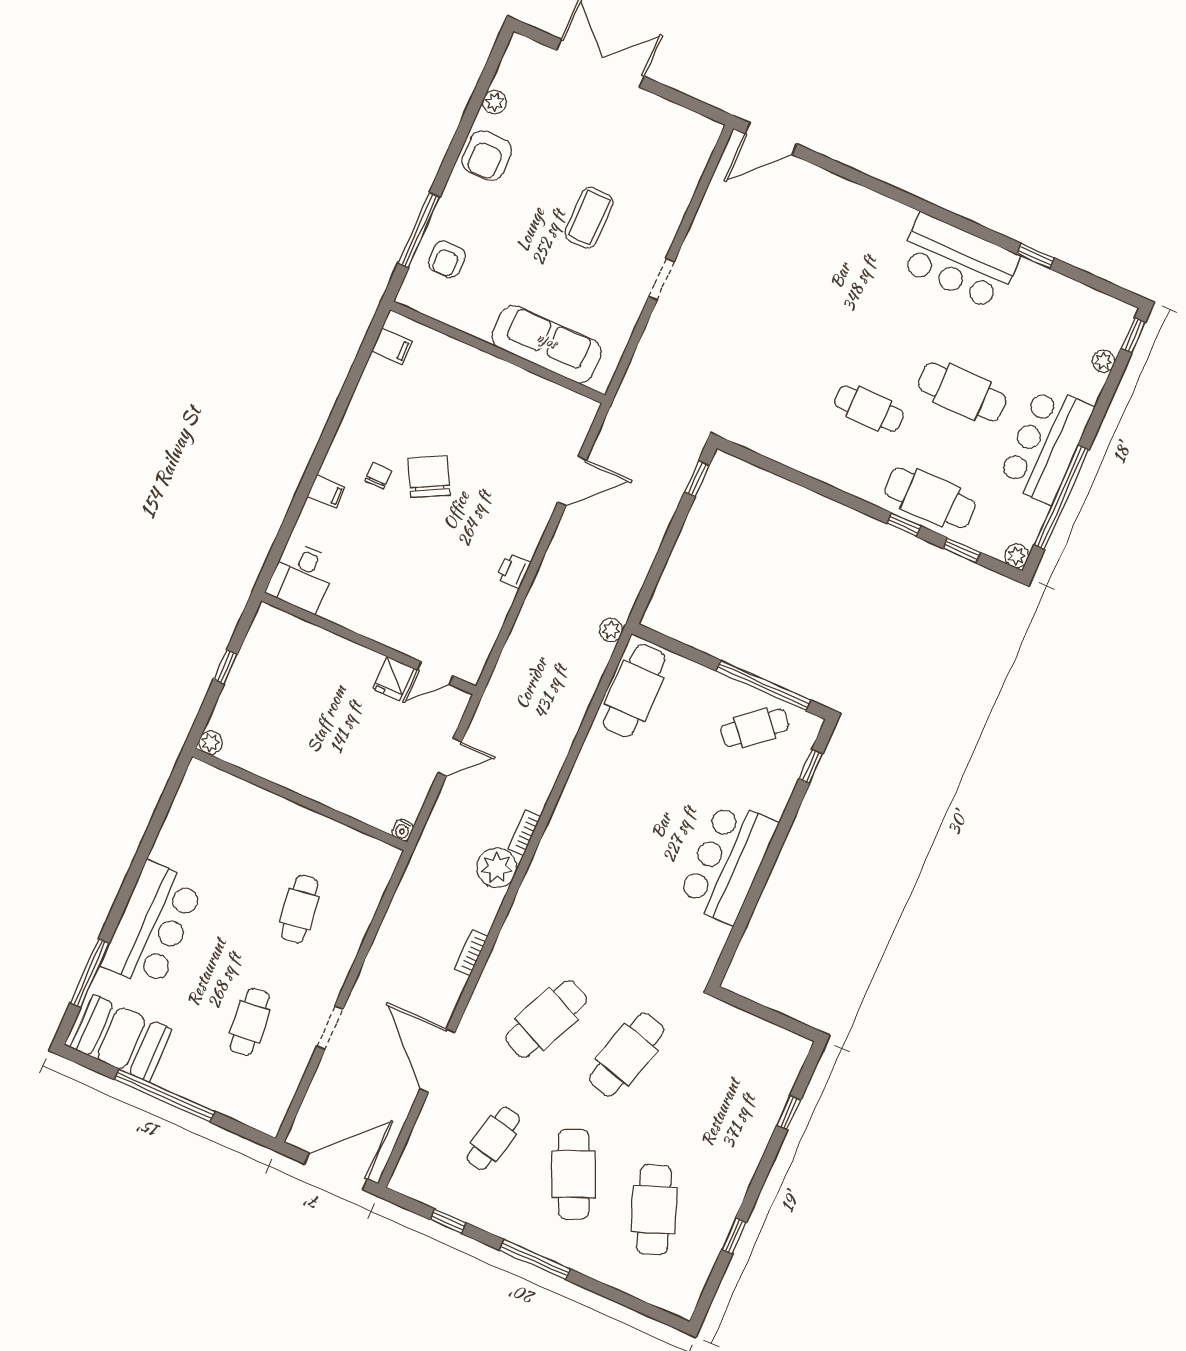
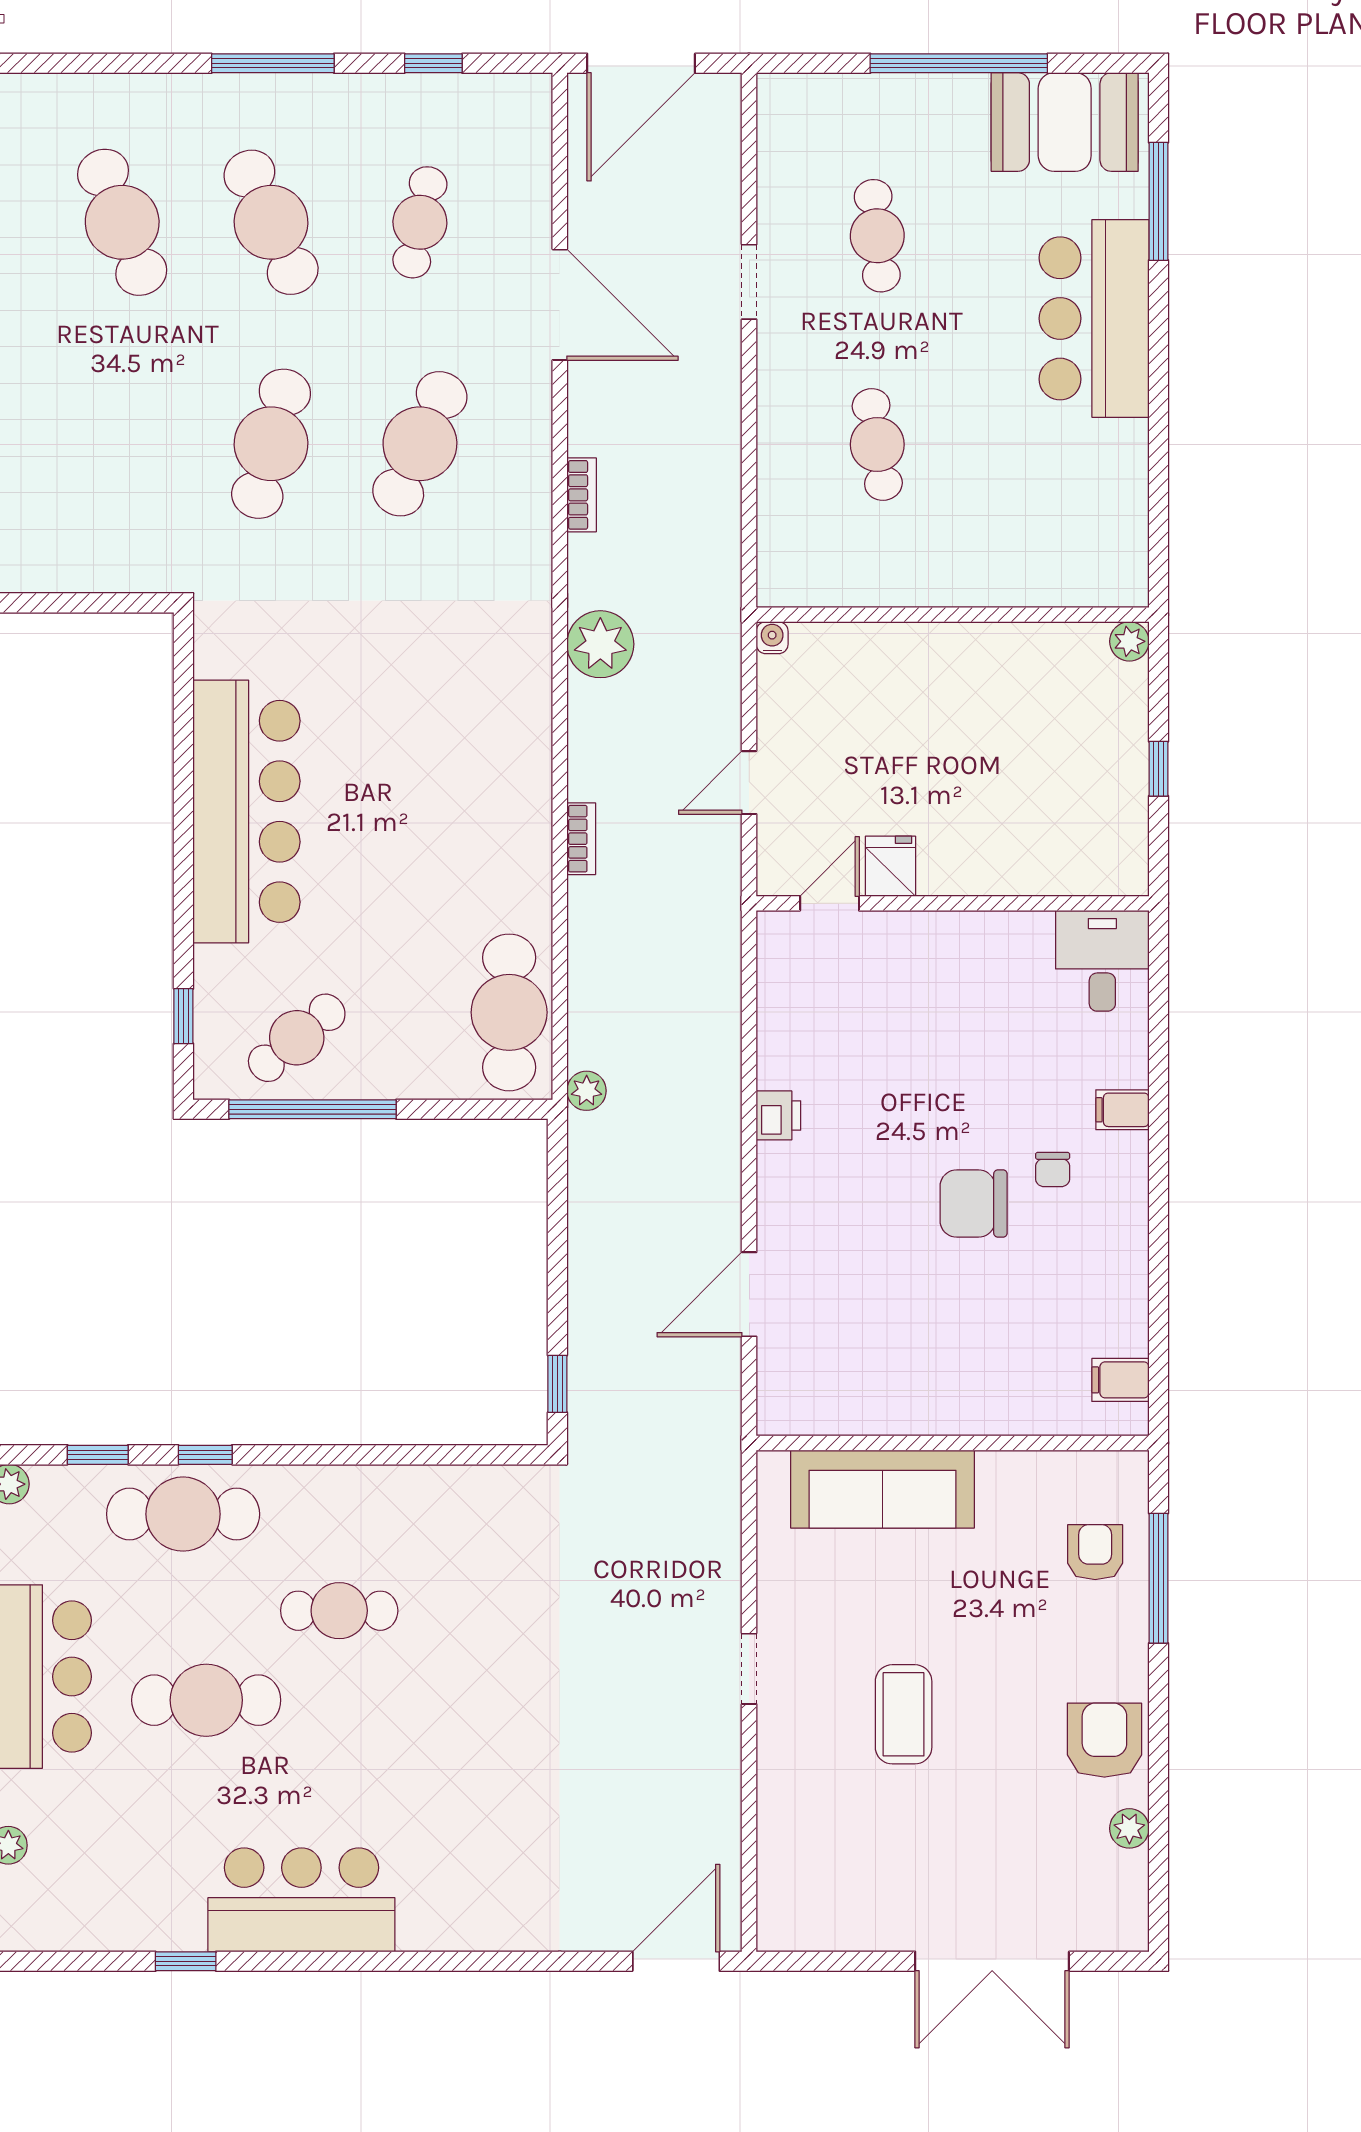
chair: (429, 477) -> (974, 1204), turned 118
bookcase: (525, 833) -> (581, 839), moved
bar counter: (728, 862) -> (246, 811), width x1.36

